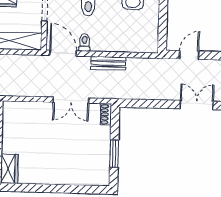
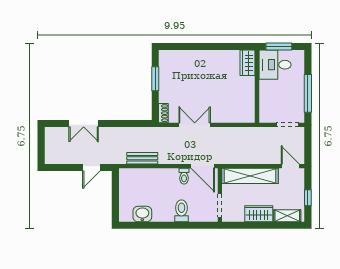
bench: (108, 63) -> (142, 158), moved

